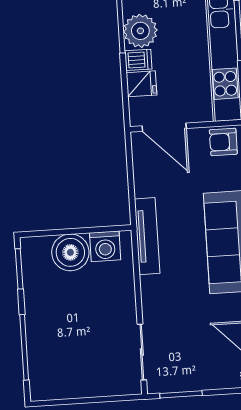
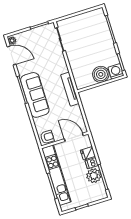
washing machine: (105, 246) -> (116, 71), moved

